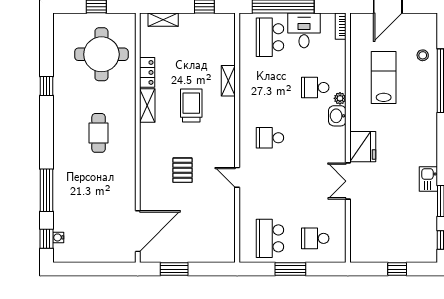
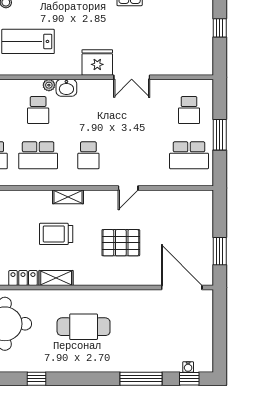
shelving: (228, 81) -> (68, 197), moved
school desk: (270, 88) -> (38, 155), added
cafe table: (99, 133) -> (84, 327), width x1.37, depth x1.35
pallet: (182, 170) -> (121, 243), width x1.50, depth x1.42

